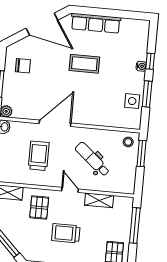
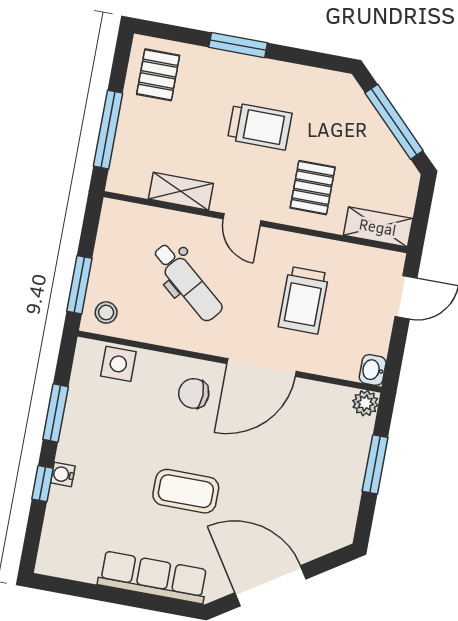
chair: (23, 66) -> (194, 393), moved
side table: (132, 101) -> (118, 364), moved

